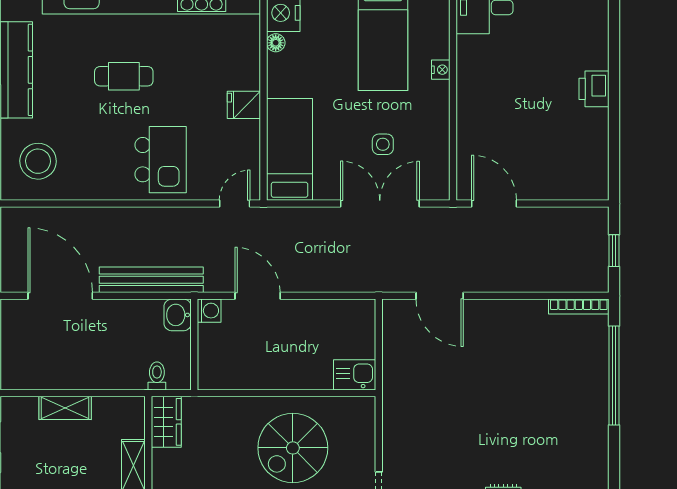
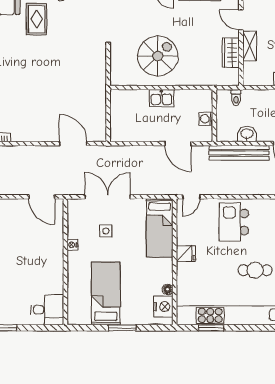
nightstand: (441, 70) -> (72, 245), moved
double door: (380, 204) -> (108, 197), swing flipped
washing machine: (209, 311) -> (206, 119), moved
washbasin: (178, 315) -> (247, 134), moved, turned -90
kitchen sink: (355, 375) -> (161, 98), moved
wardrobe: (166, 422) -> (231, 53), moved

